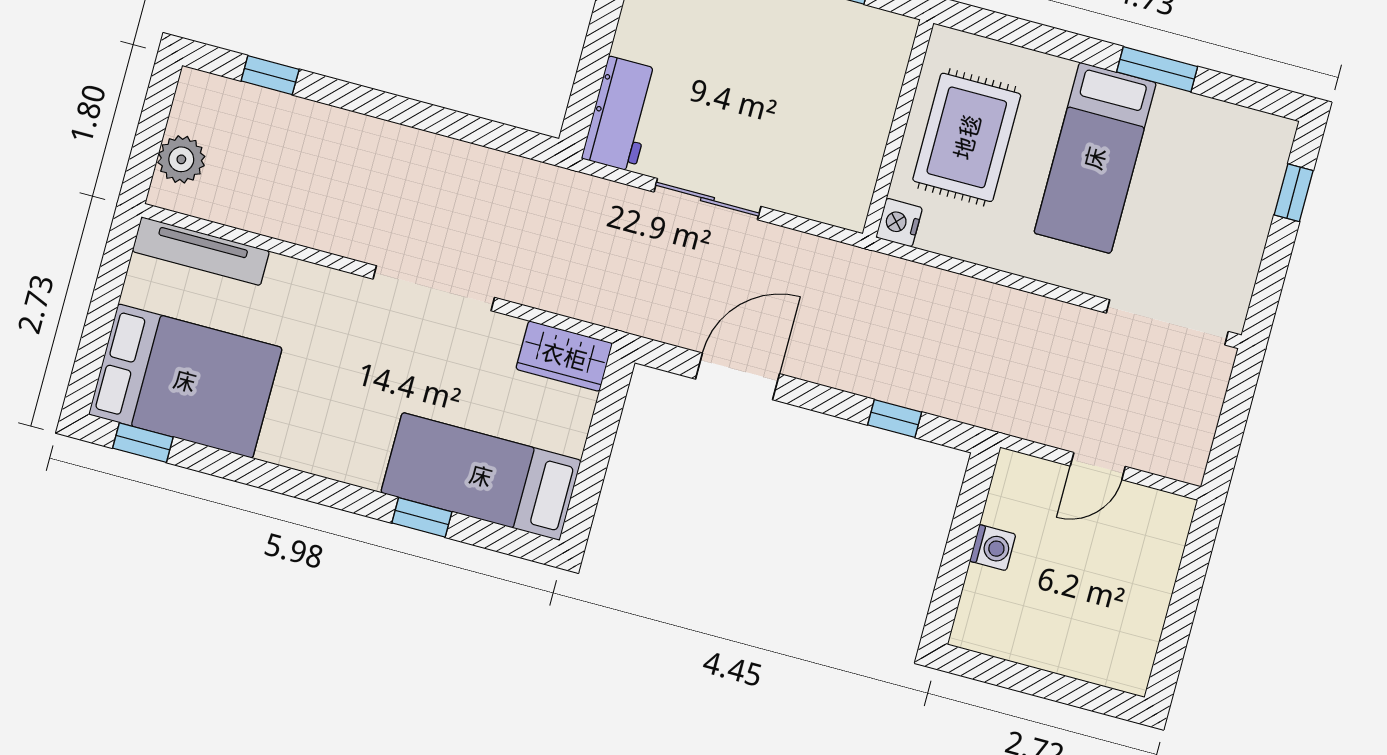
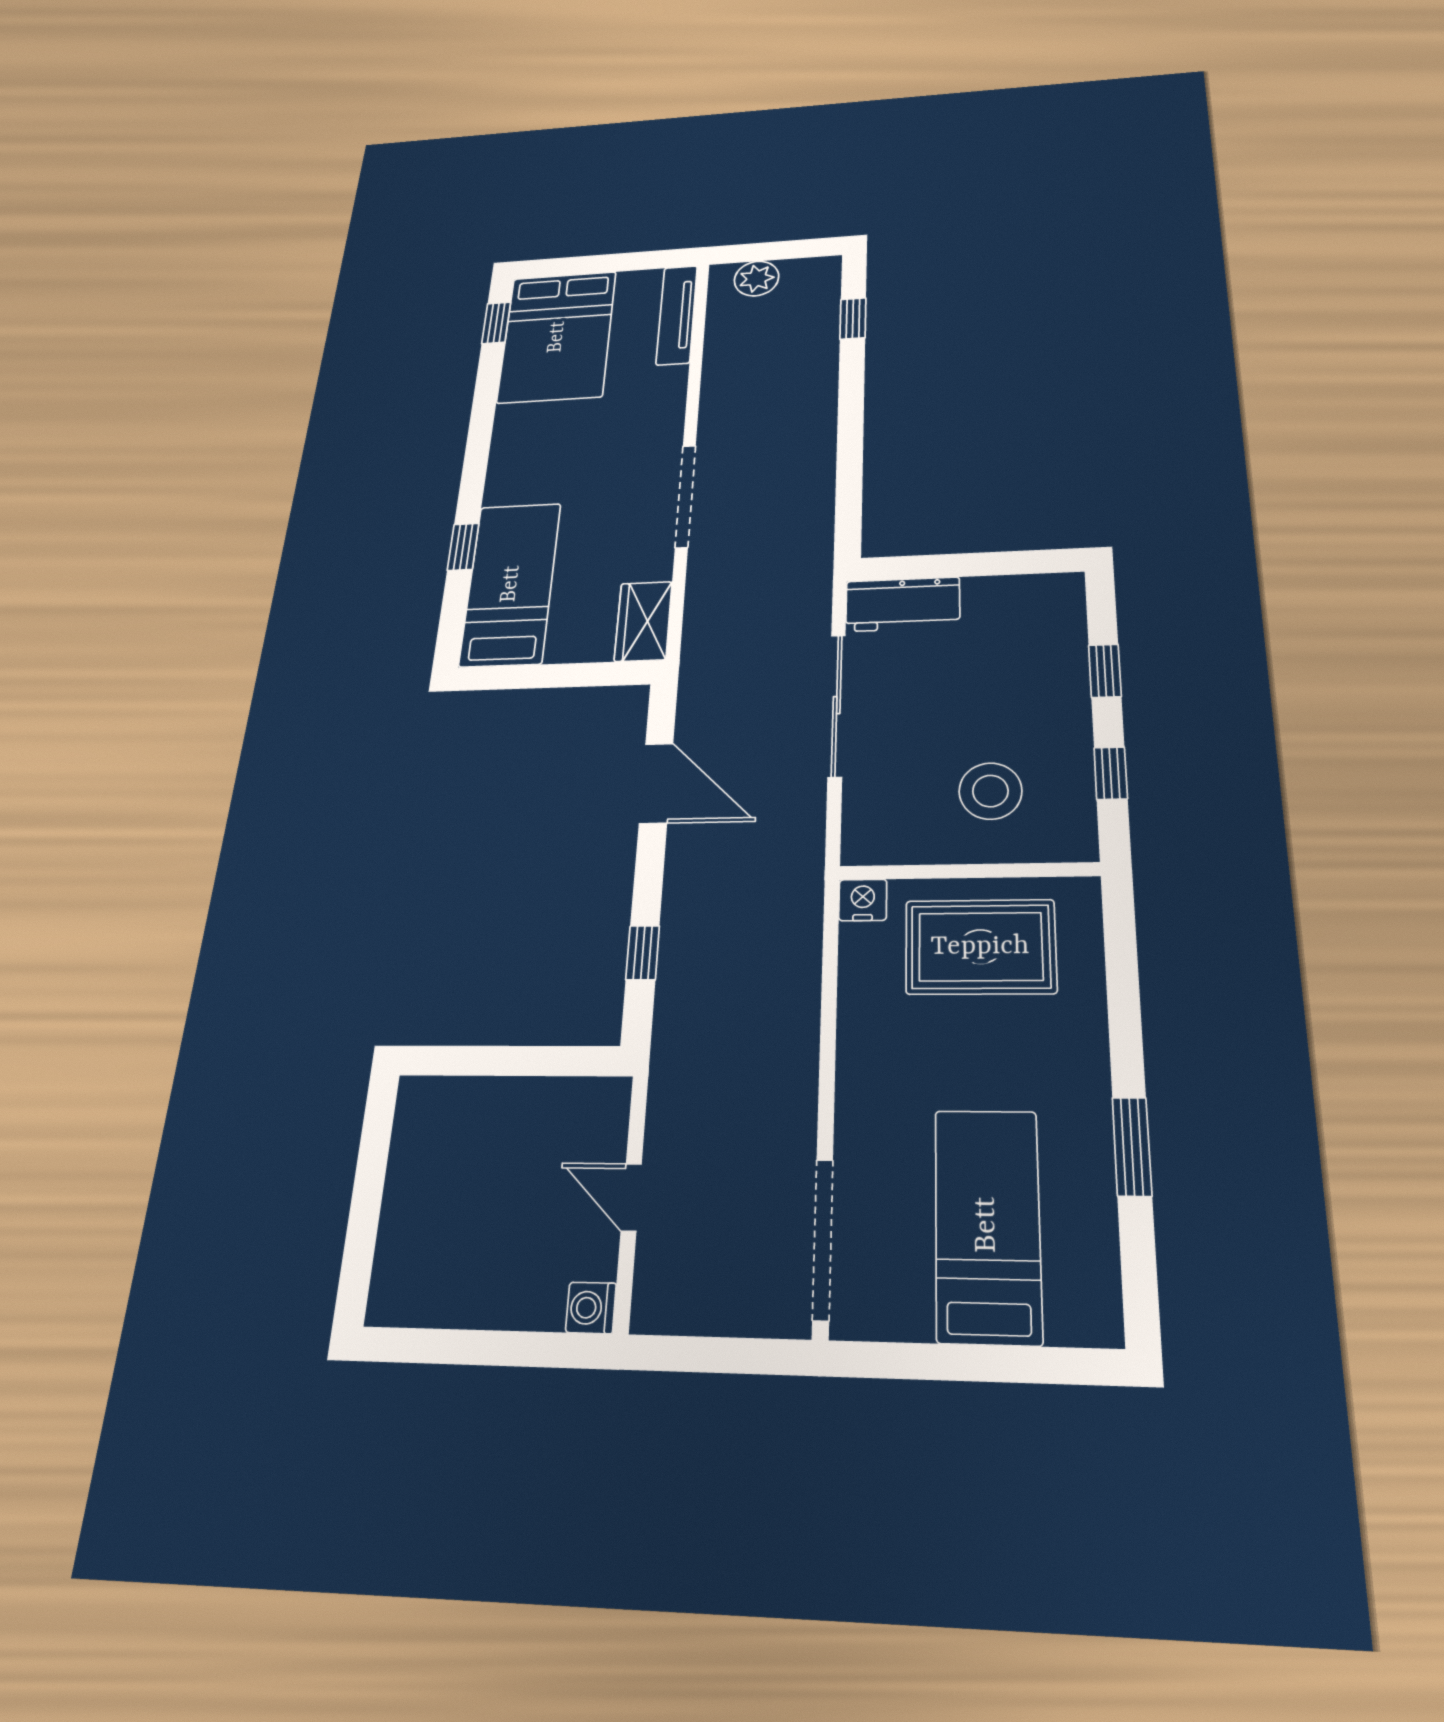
stool: (830, 89) -> (990, 791), added
bed: (1095, 158) -> (987, 1225), moved, turned 90
window: (1294, 193) -> (1030, 1365), removed
sliding door: (707, 199) -> (837, 705), width x1.37
washing machine: (993, 548) -> (591, 1308), moved, turned 90

